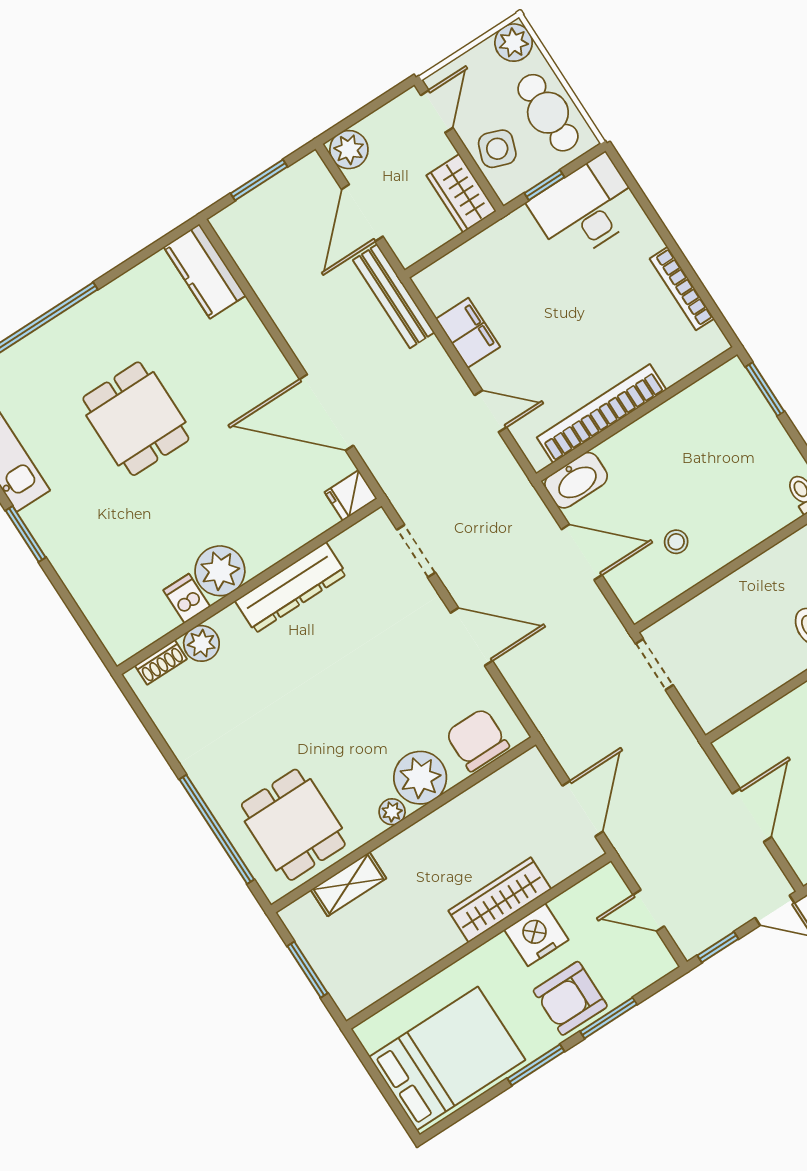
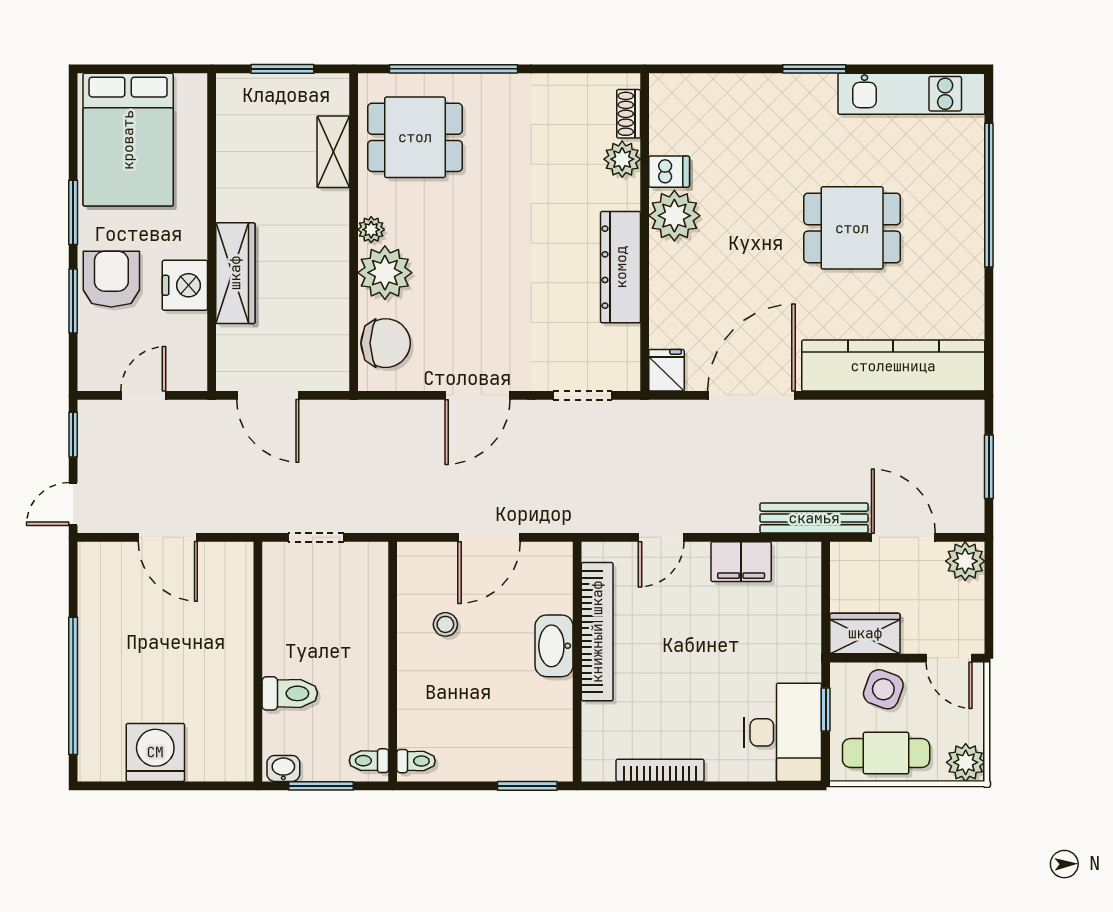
kitchen counter: (205, 271) -> (893, 366), width x2.08, depth x1.17
washbasin: (576, 480) -> (554, 646), moved
doorway: (654, 664) -> (316, 537), moved

